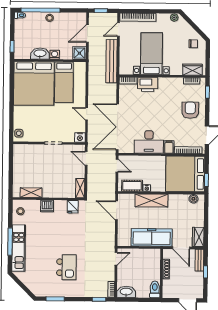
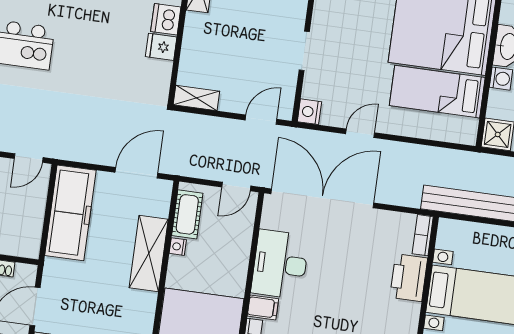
fridge: (73, 207) -> (161, 47), moved
freezer: (152, 237) -> (70, 213), moved
door: (116, 259) -> (29, 158), hinge flipped

